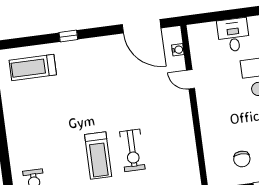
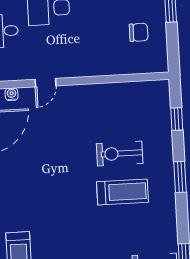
exercise bike: (132, 150) -> (120, 154), turned 180

